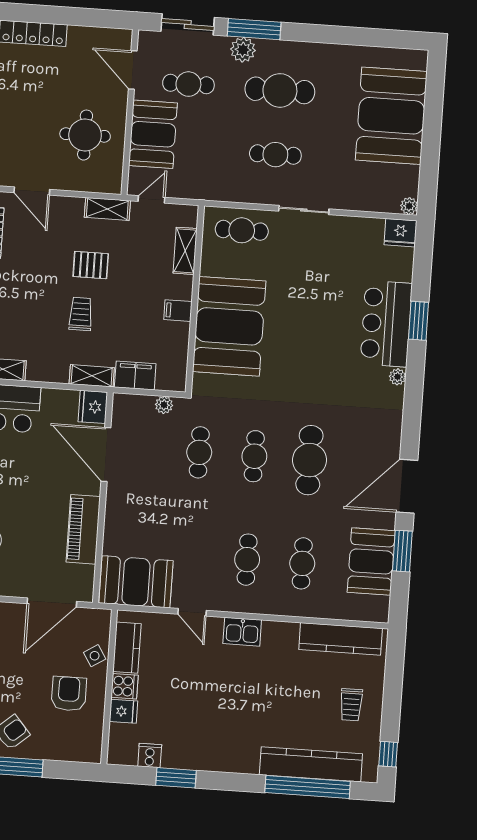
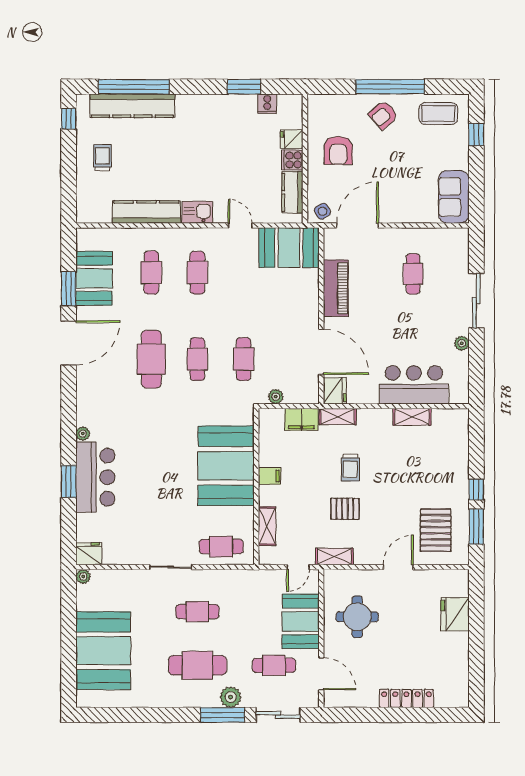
door: (32, 191) -> (398, 567), hinge flipped
kitchen counter: (341, 639) -> (146, 212), moved
side table: (95, 656) -> (322, 211), moved

